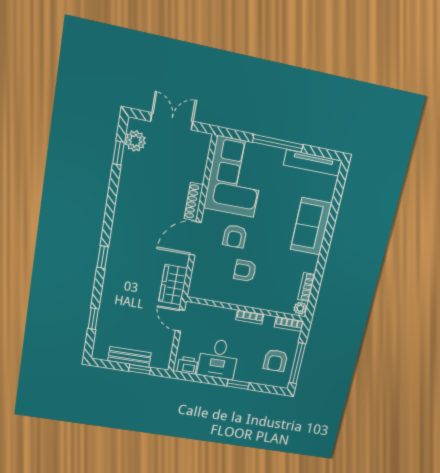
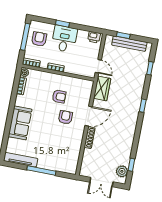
corner sofa: (236, 177) -> (65, 152), removed
bench: (129, 357) -> (129, 44), width x1.36
desk: (218, 359) -> (64, 39), moved

